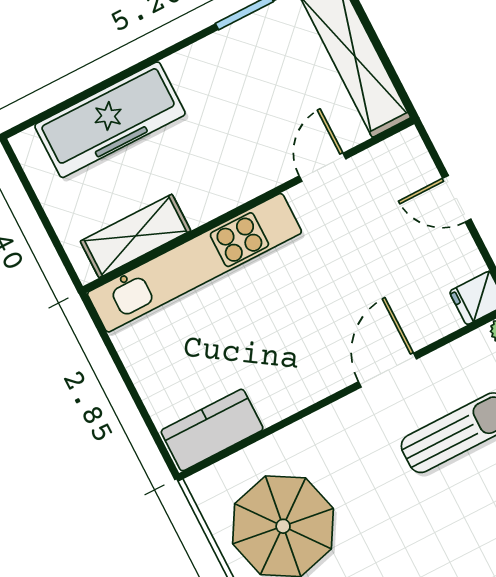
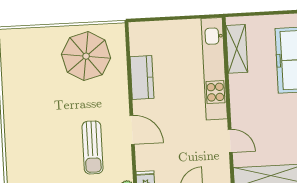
kitchen counter: (212, 430) -> (142, 77), moved

